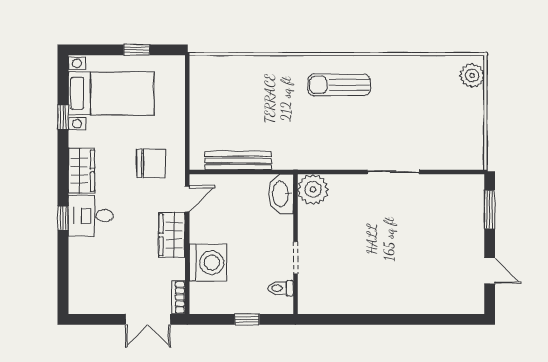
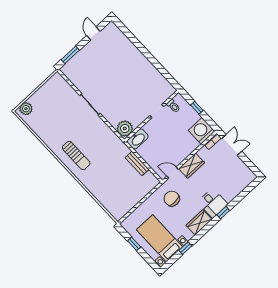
bench: (238, 161) -> (137, 164), width x0.73
washing machine: (208, 263) -> (202, 131), moved

